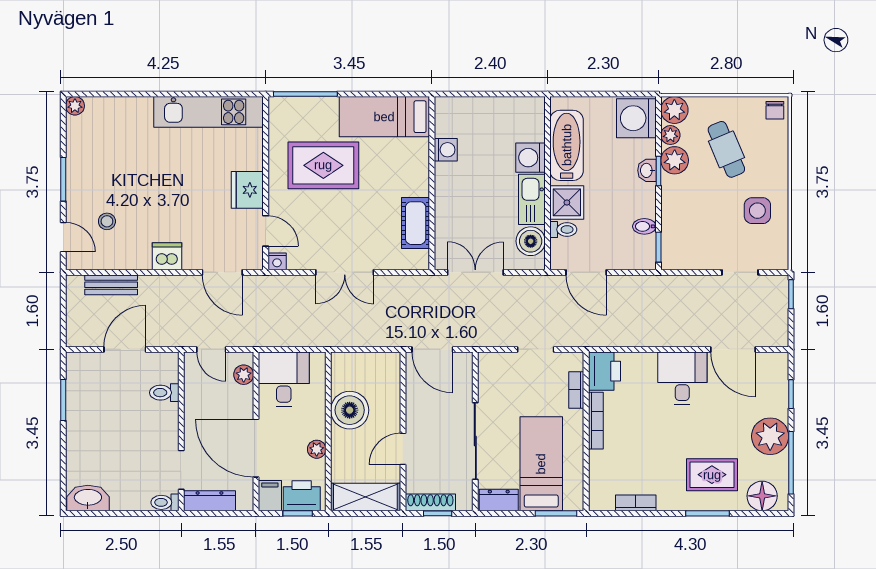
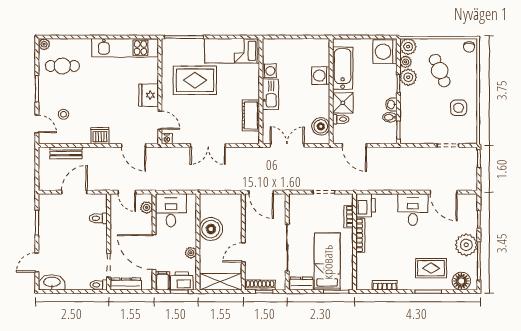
cafe table: (105, 142) -> (62, 66), added
washbasin: (647, 170) -> (391, 105), moved
kitchen sink: (532, 199) -> (270, 94), moved, turned 180
door: (63, 465) -> (37, 262), added

